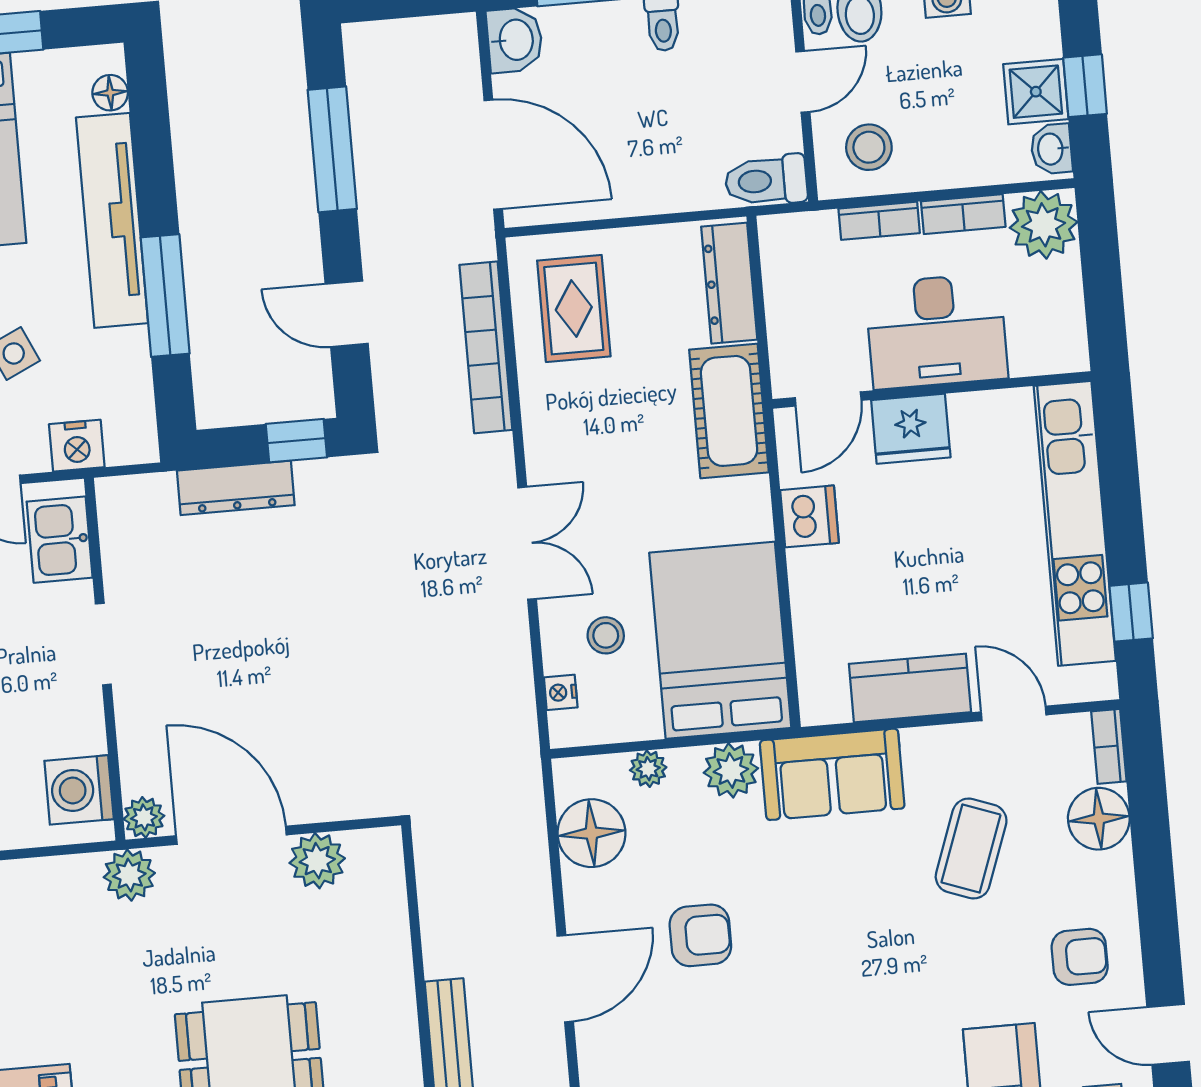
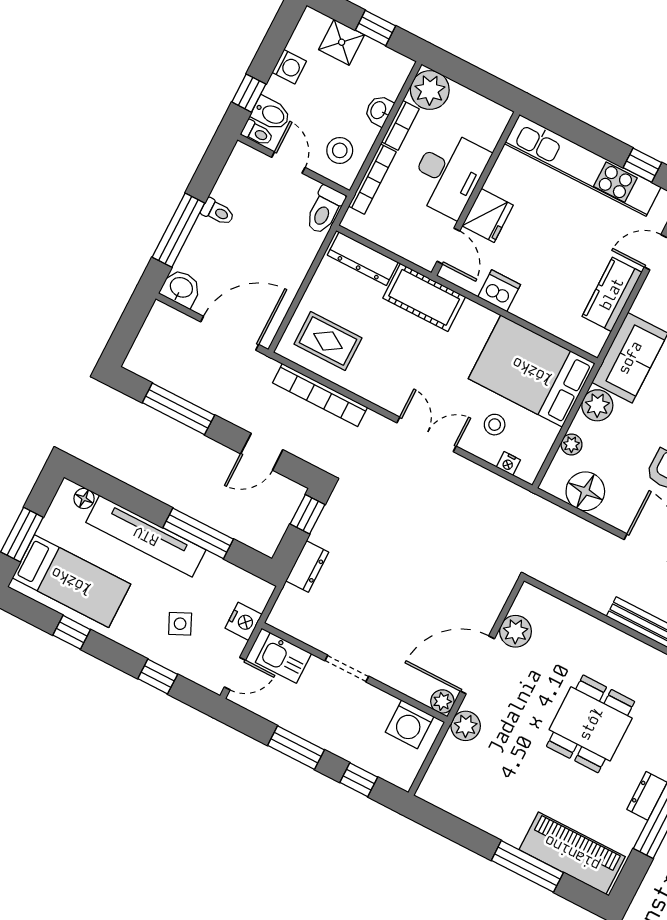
shower: (1036, 92) -> (342, 42), moved
washbasin: (1051, 149) -> (379, 110), moved, turned 90
bookcase: (879, 221) -> (372, 179), width x1.56
dresser: (236, 488) -> (307, 566), width x0.70

